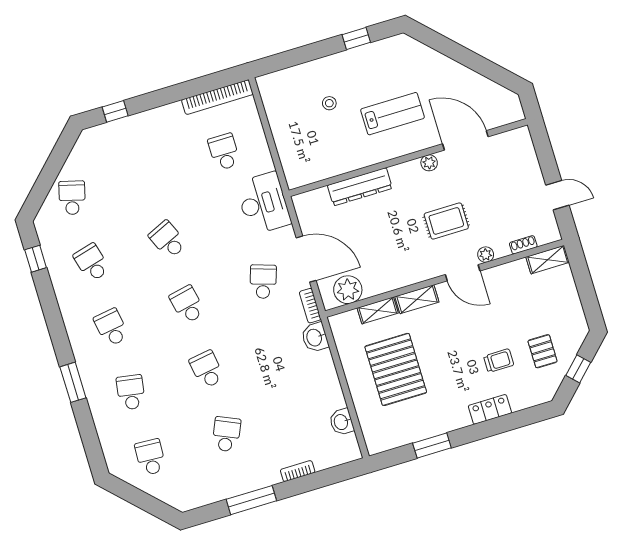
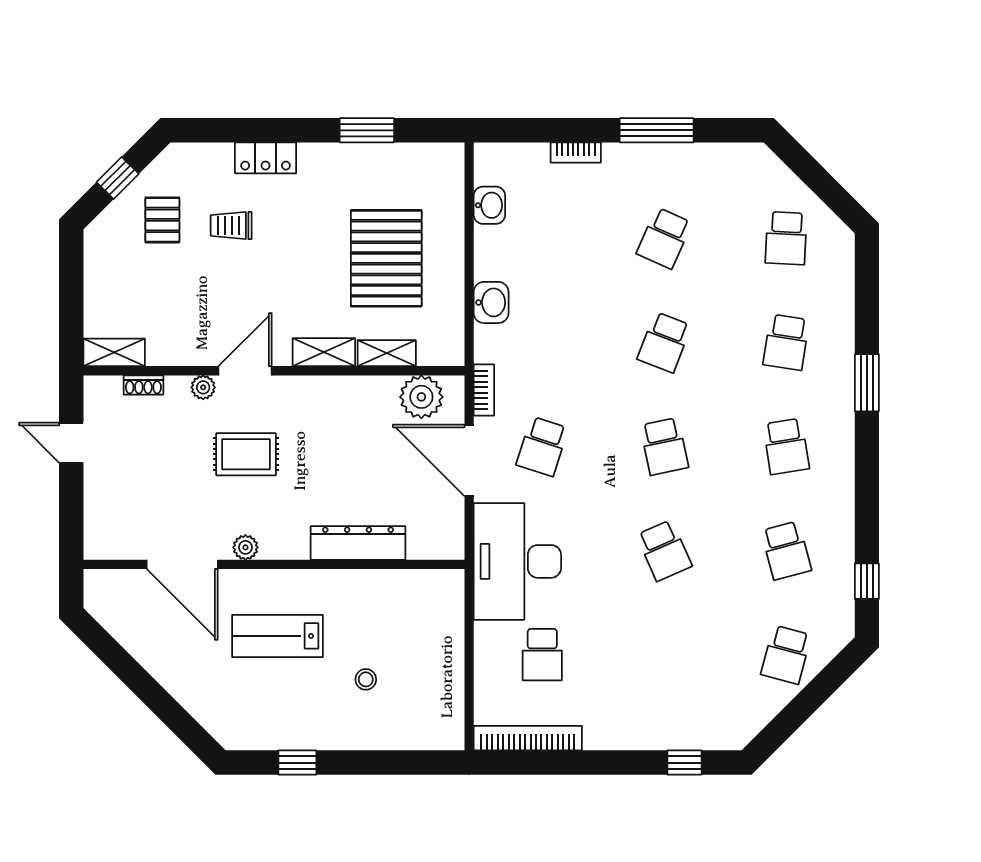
desk: (263, 203) -> (517, 561), width x1.36, depth x1.30
door: (463, 273) -> (245, 371), hinge flipped
washbasin: (315, 337) -> (491, 302), moved
school desk: (207, 369) -> (664, 342), turned 30

